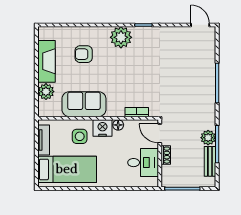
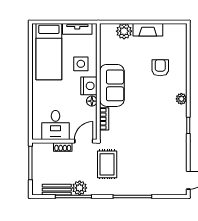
plant: (121, 37) -> (181, 99), width x0.53, depth x0.53
fireplace: (46, 61) -> (148, 30), width x0.73, depth x0.76
sofa: (84, 104) -> (112, 85), moved
rug: (184, 109) -> (107, 164), added

